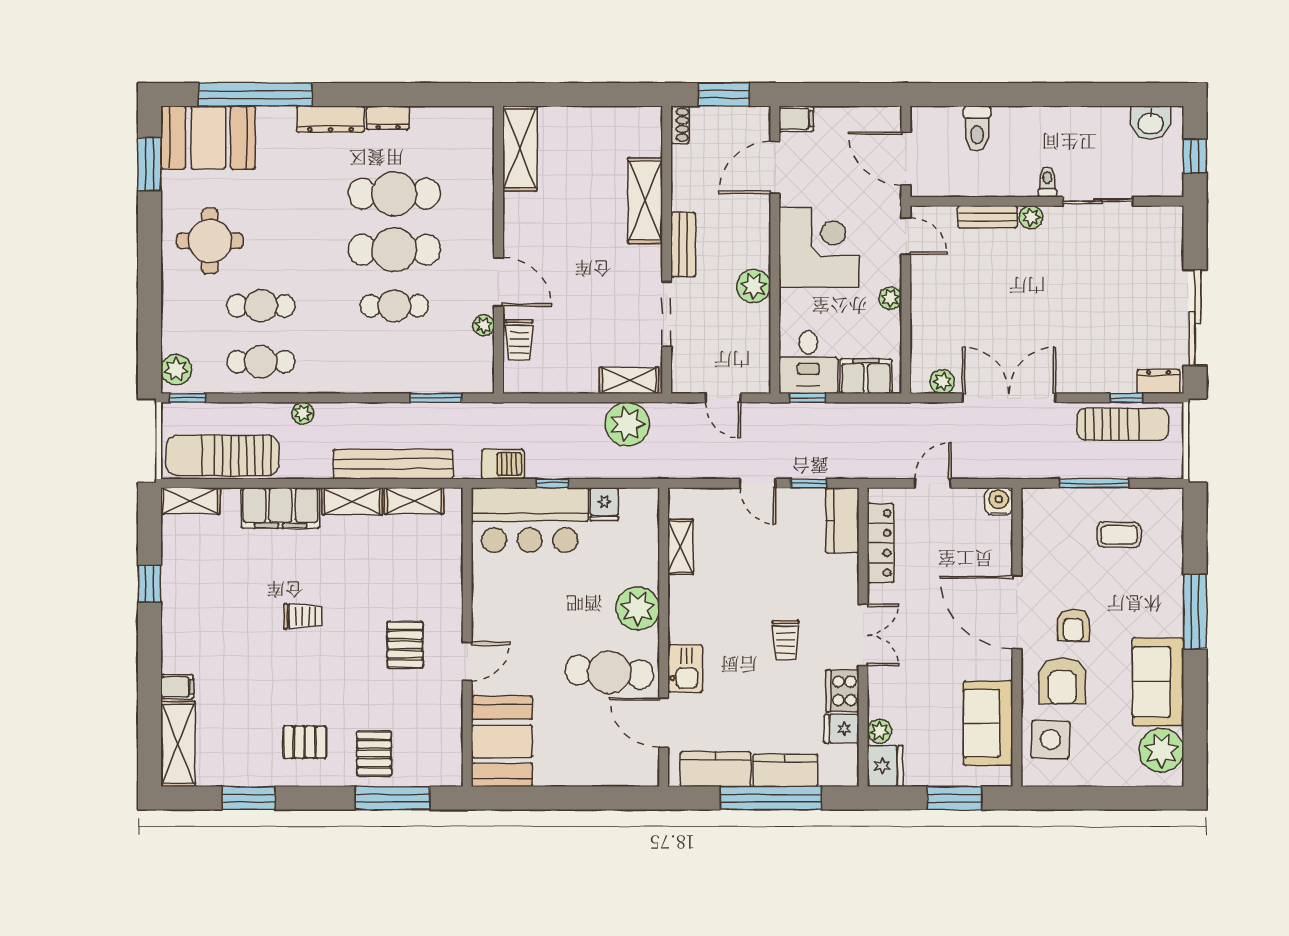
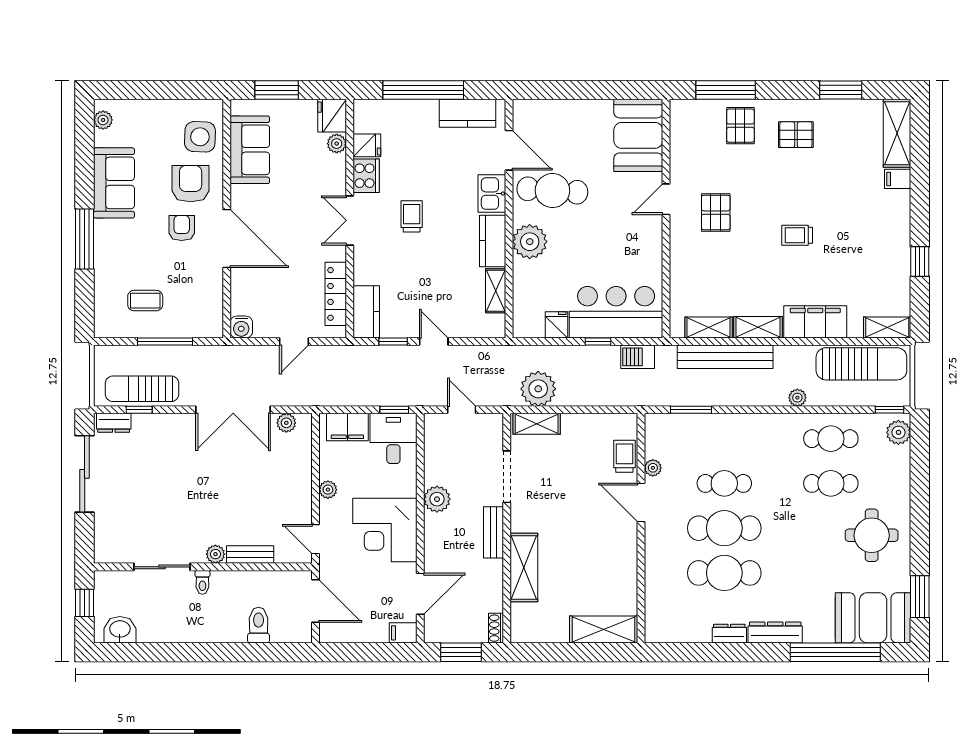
shelving: (520, 149) -> (604, 630), moved, turned 90
plant: (1161, 750) -> (103, 120), width x0.53, depth x0.53
kitchen counter: (785, 771) -> (493, 241), moved, turned 90

